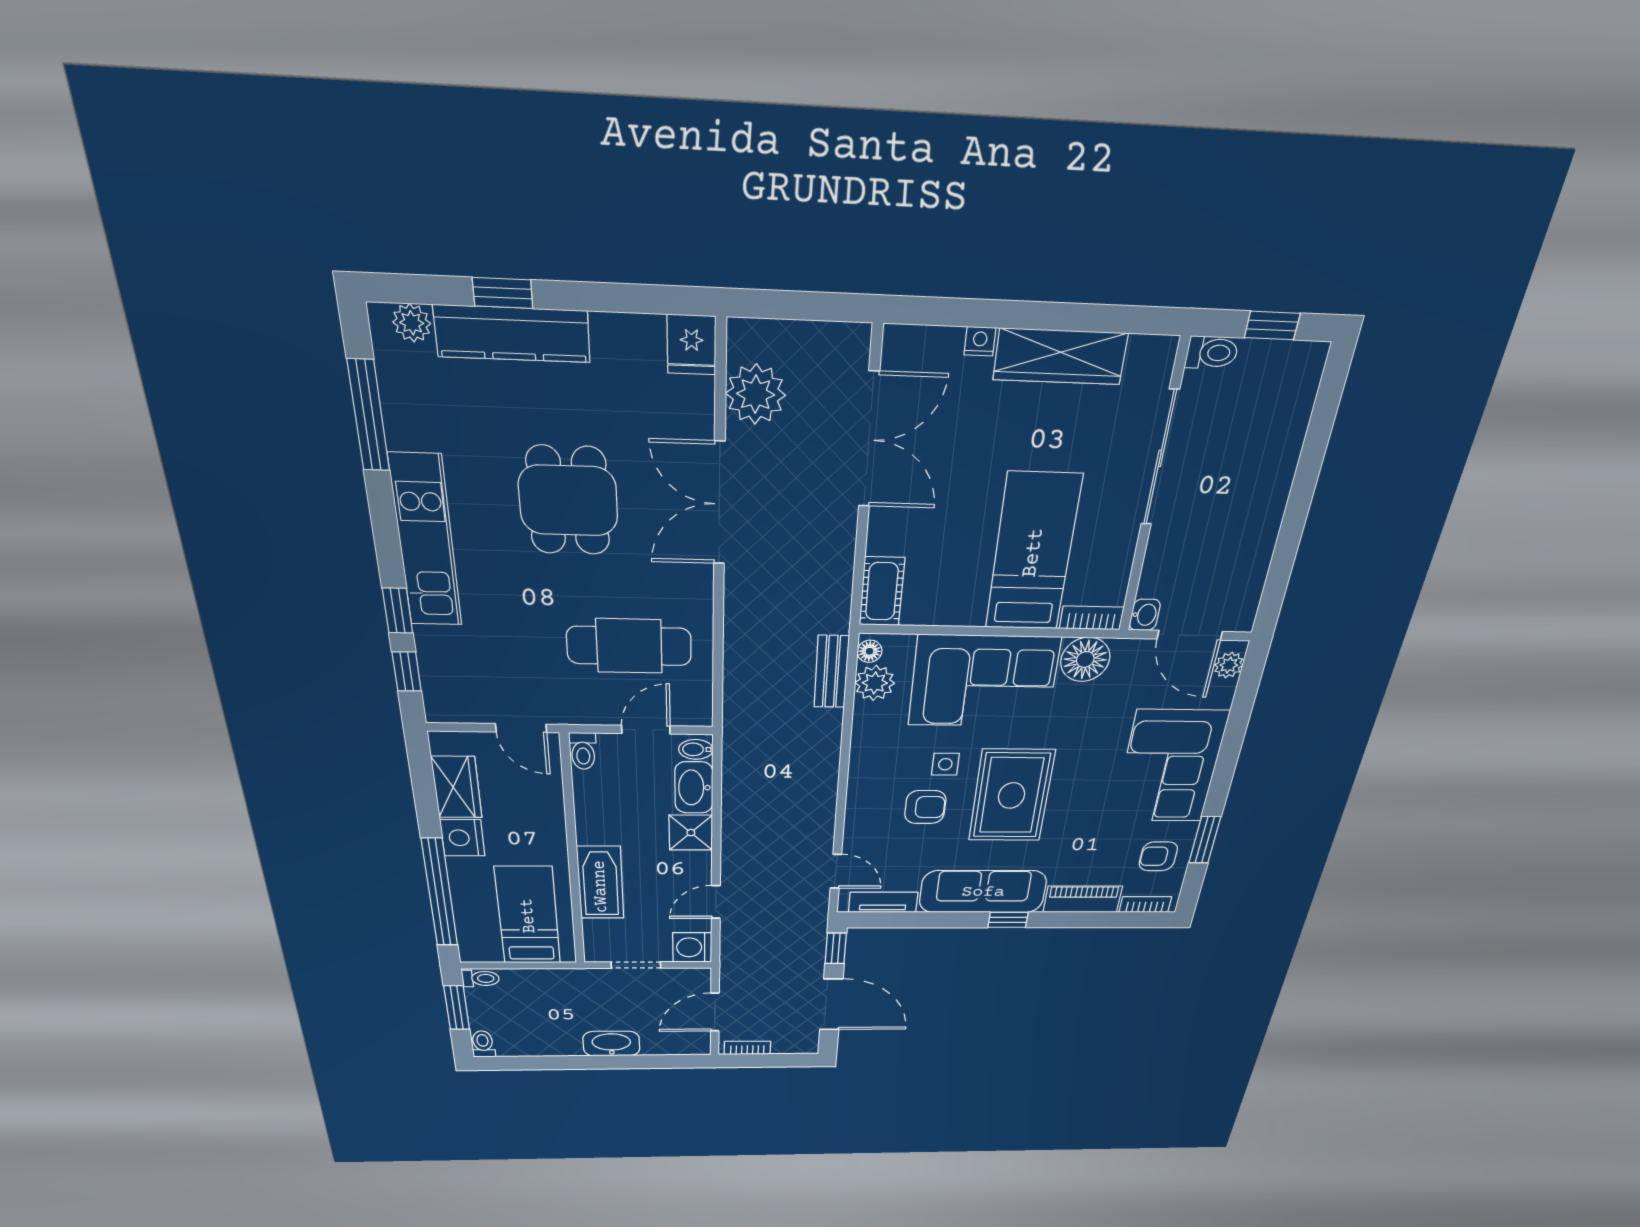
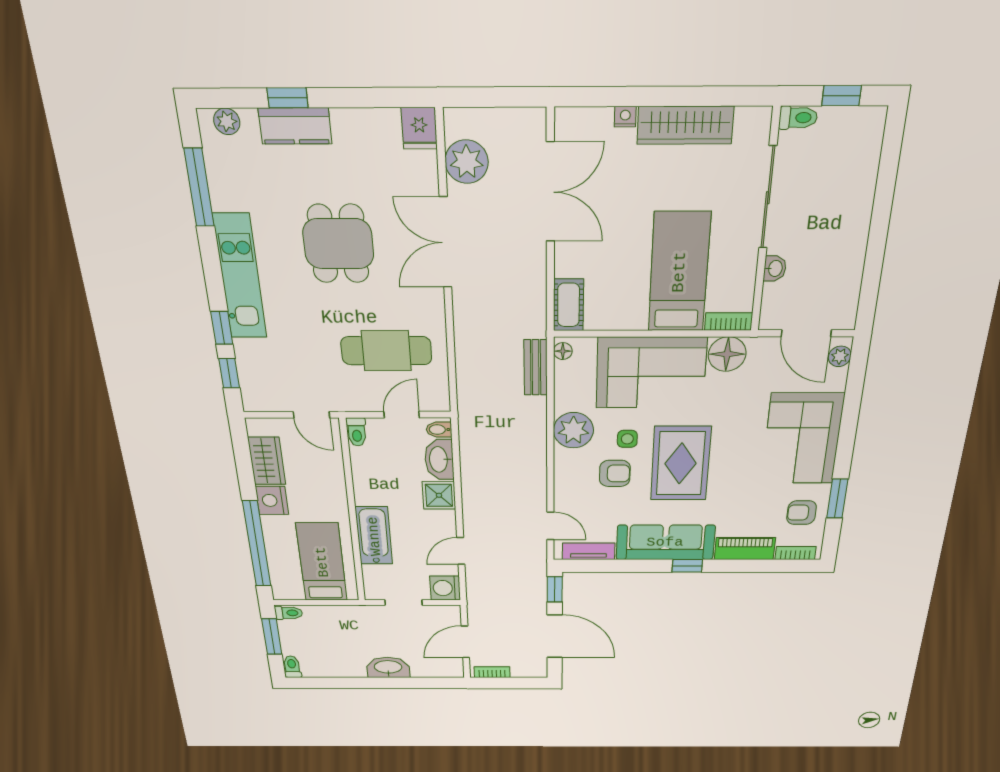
kitchen counter: (512, 334) -> (295, 126), width x0.67
washbasin: (1145, 615) -> (775, 268), moved
plant: (875, 683) -> (573, 430), moved, width x1.36, depth x1.36

